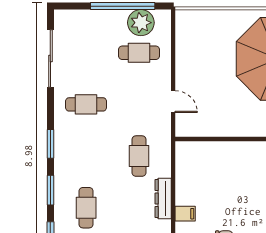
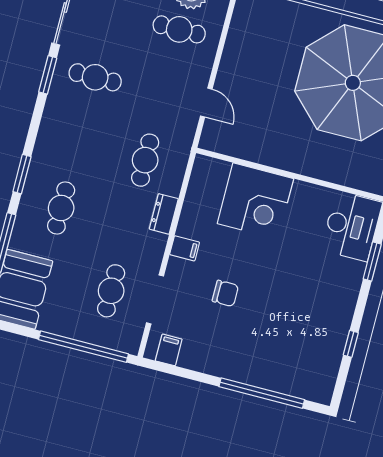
window: (50, 144) -> (48, 75), moved
corner desk: (229, 165) -> (255, 201), added
dresser: (163, 199) -> (164, 214), width x0.70

